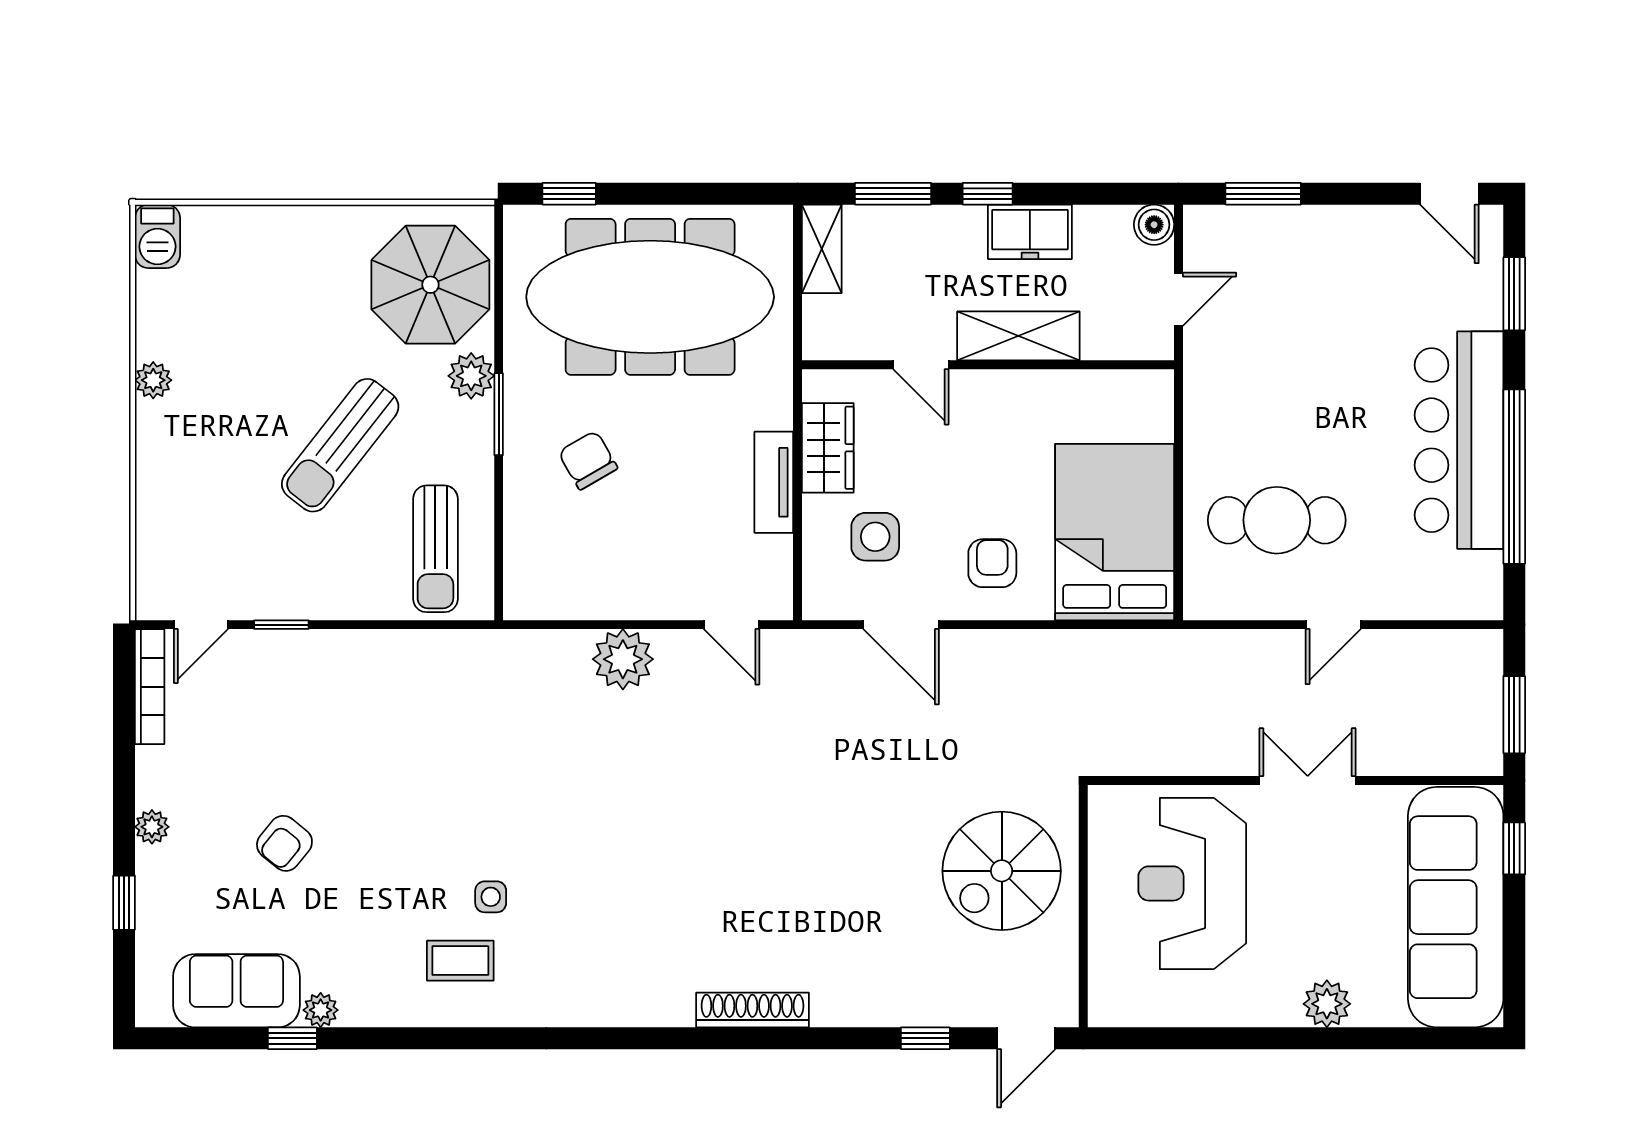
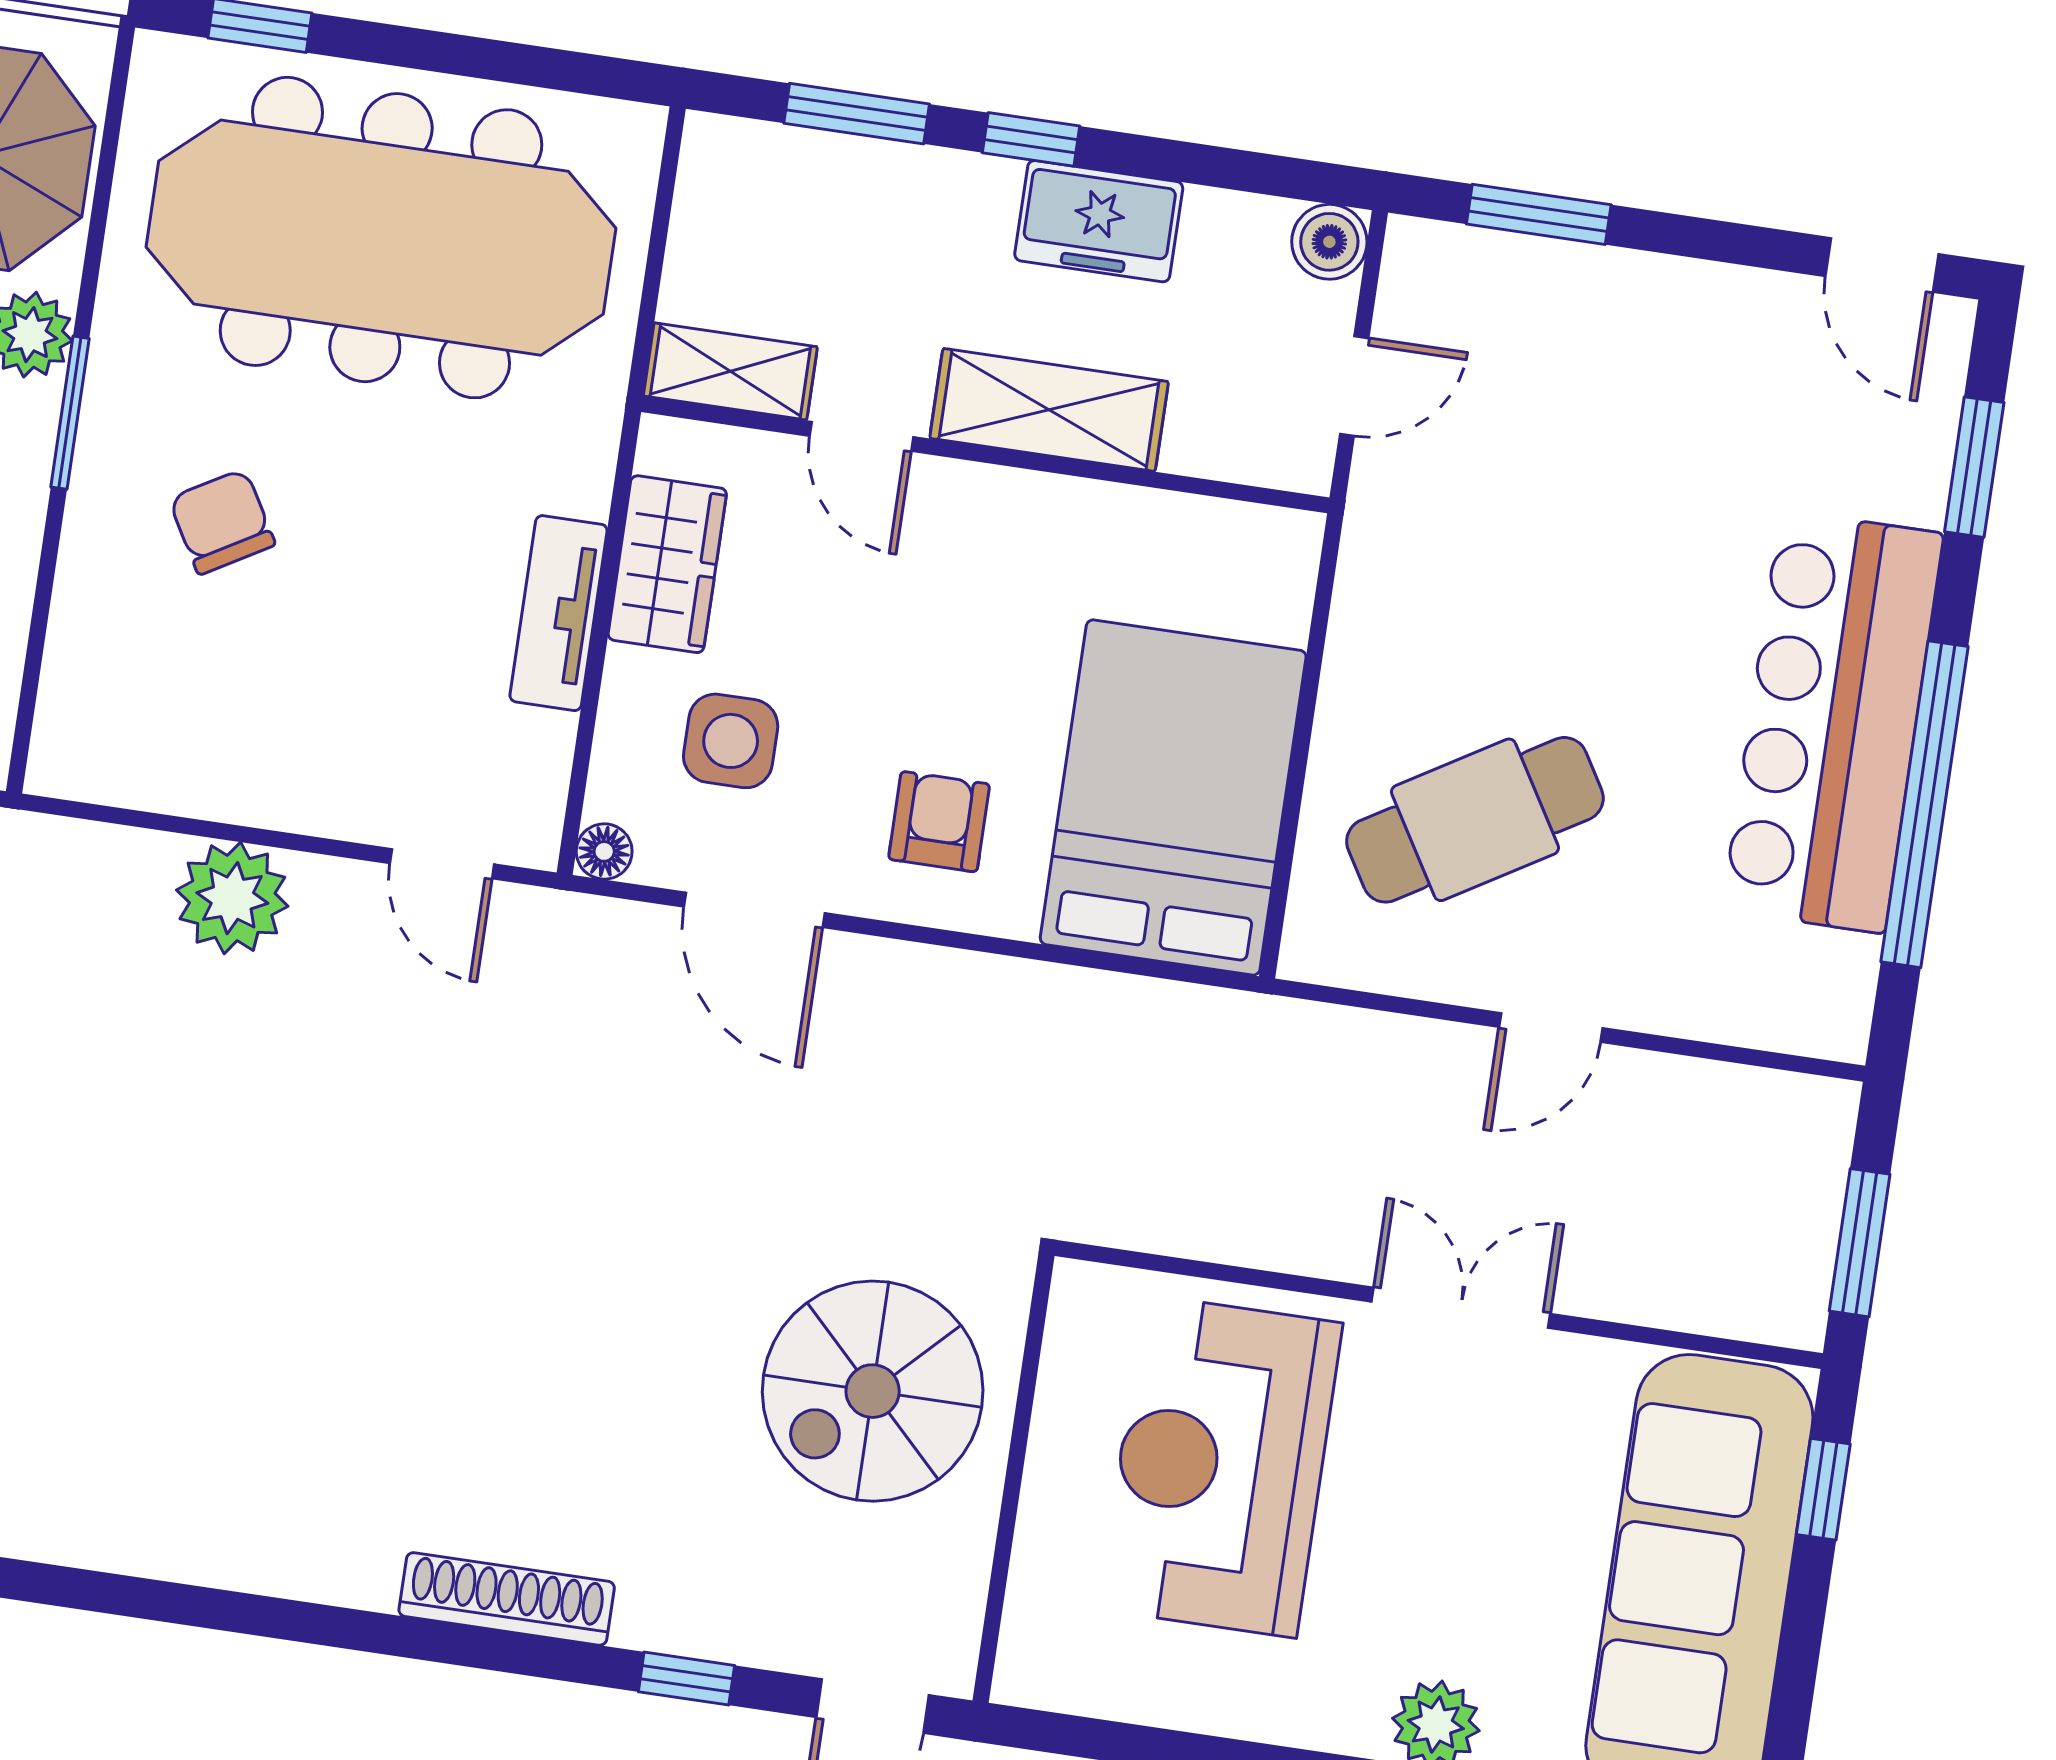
shelving: (822, 249) -> (730, 371), moved, turned 90
cafe table: (1277, 520) -> (1475, 820), turned -31
floor lamp: (817, 605) -> (604, 851), added
shoe rack: (752, 1010) -> (507, 1599), moved

